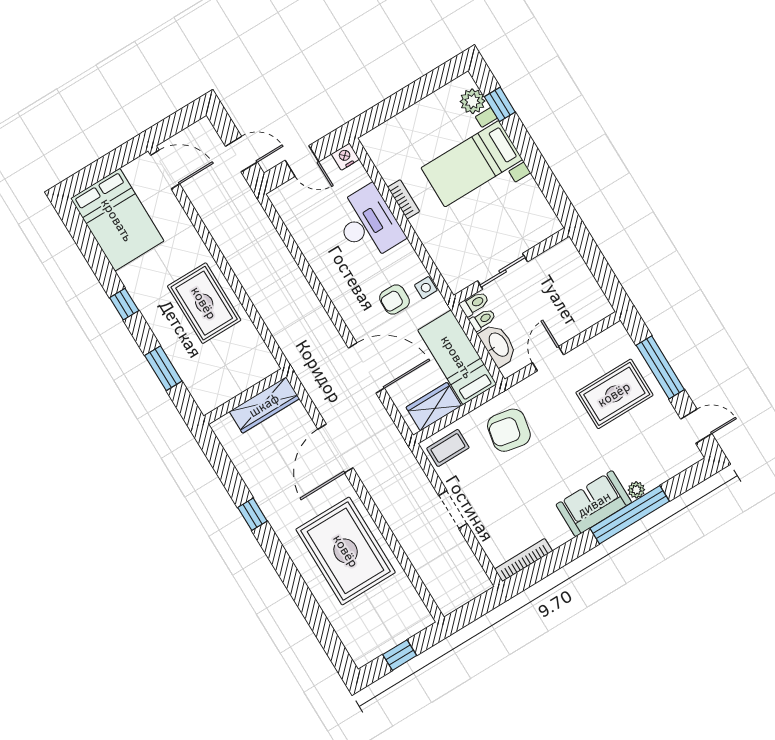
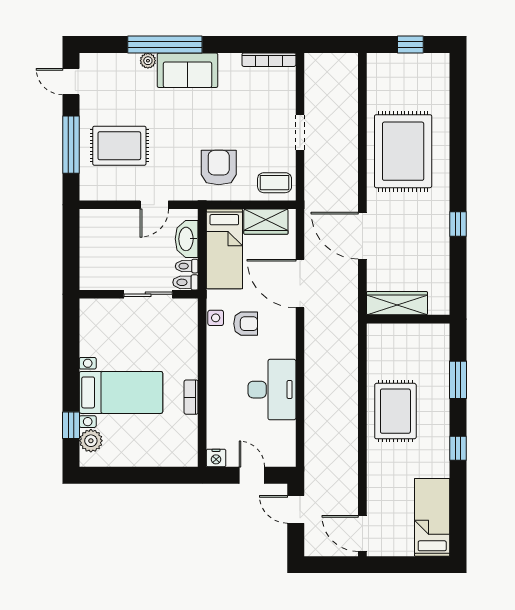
bed: (117, 220) -> (432, 517), width x0.67
desk: (368, 223) -> (272, 390), moved, turned 180
armchair: (509, 430) -> (219, 168), turned -101
door: (335, 449) -> (362, 236), swing flipped

